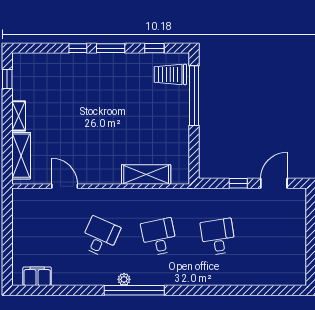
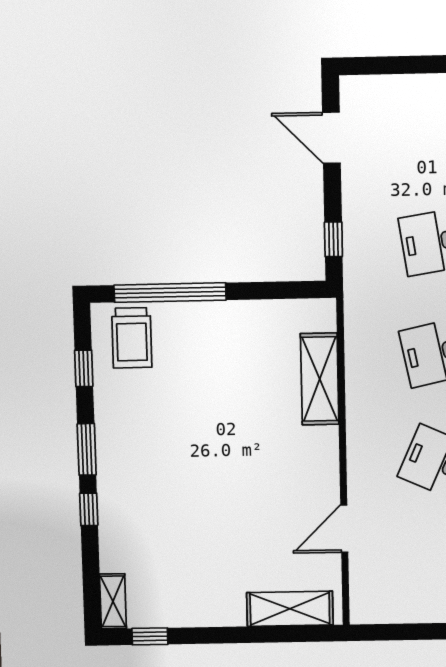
shelving: (19, 116) -> (113, 601), moved, turned 90
window: (238, 183) -> (333, 239), moved

